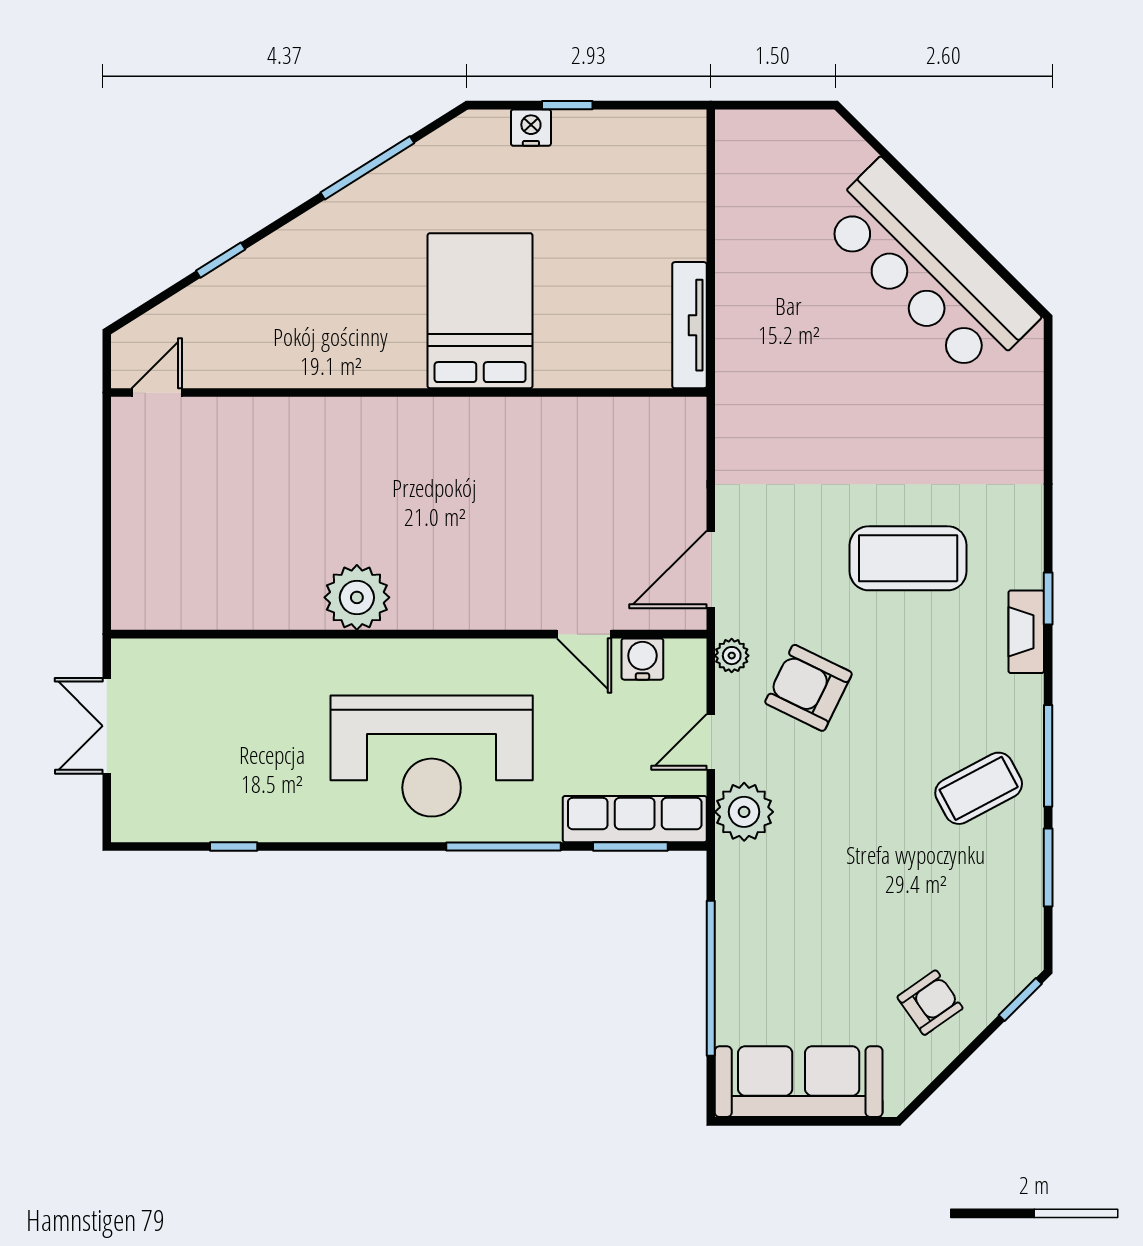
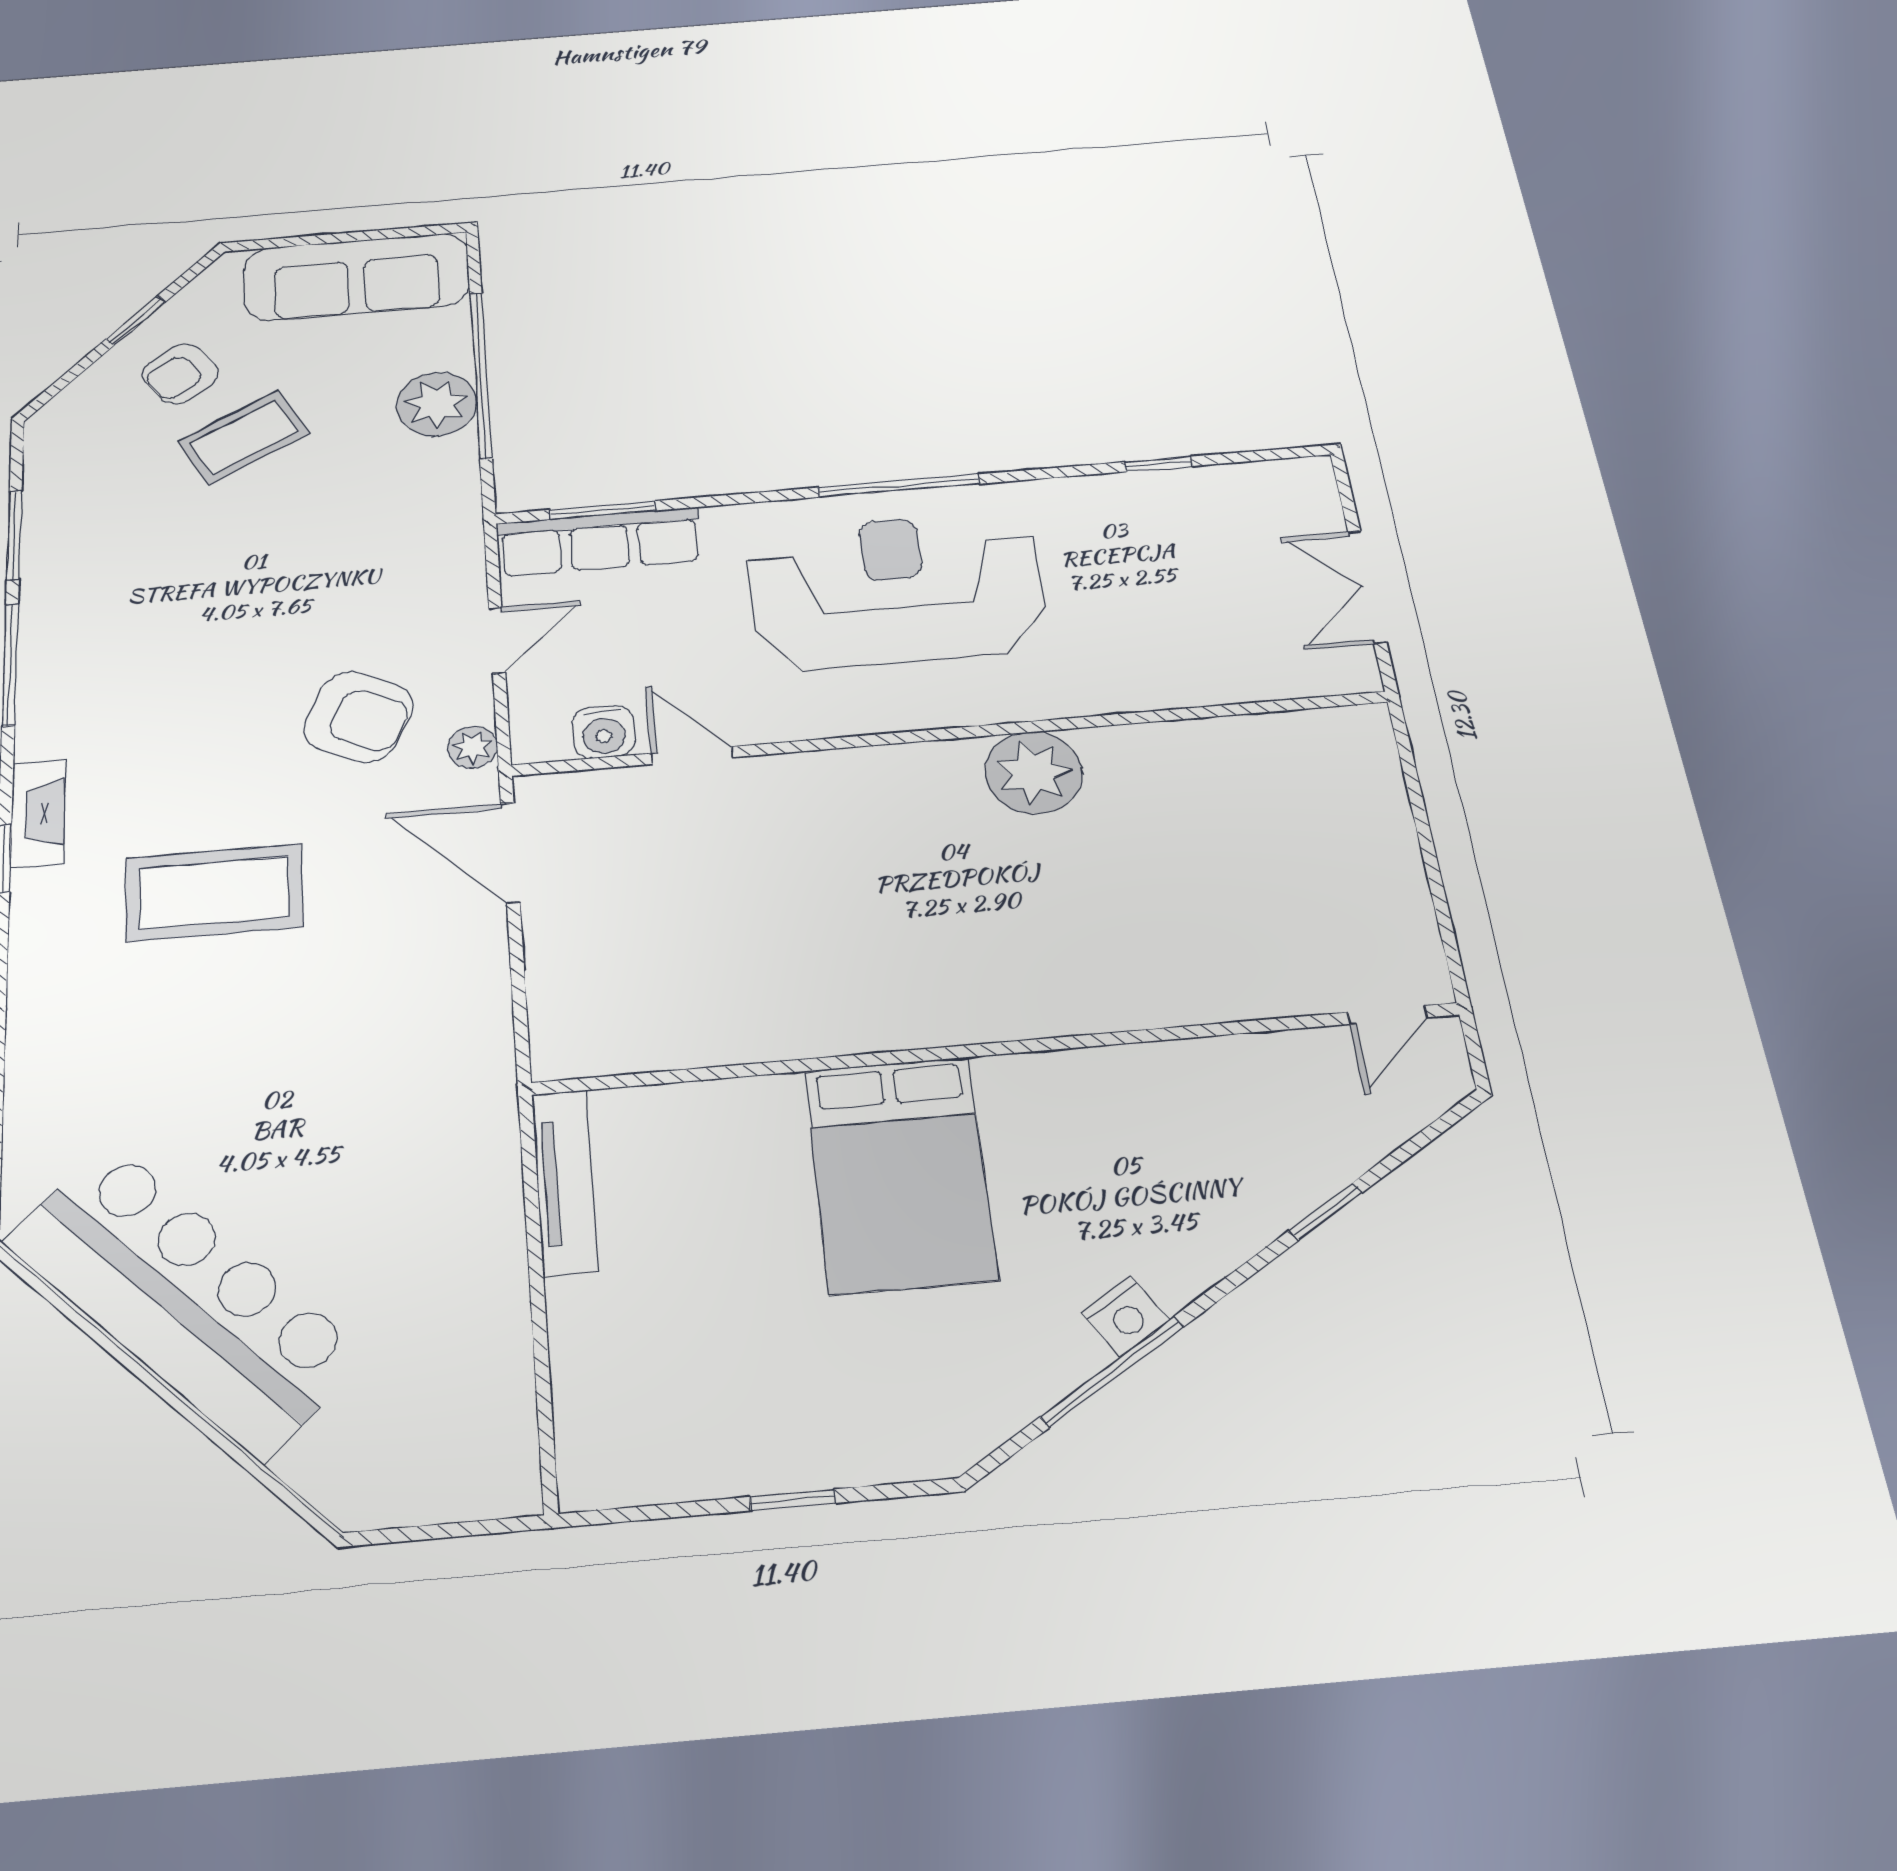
nightstand: (531, 128) -> (1125, 1316), moved, turned -32
door: (711, 569) -> (510, 853), swing flipped
double door: (107, 726) -> (1367, 587), swing flipped
coffee table: (979, 788) -> (244, 437), moved
plant: (744, 812) -> (437, 404), moved
window: (503, 847) -> (899, 486), moved
window: (1020, 1000) -> (136, 321), moved

